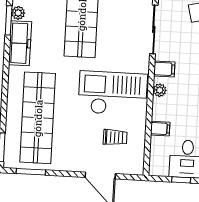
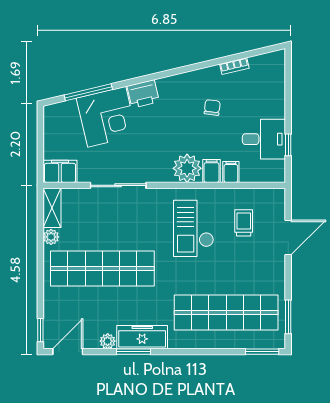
window: (9, 20) -> (134, 352), moved
filing cabinet: (164, 69) -> (212, 171), moved
plant: (160, 90) -> (187, 168), width x1.88, depth x1.88
checkout: (113, 93) -> (194, 228), width x0.73, depth x0.83

